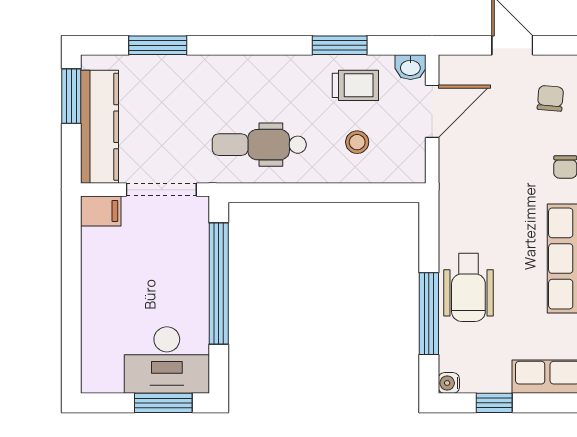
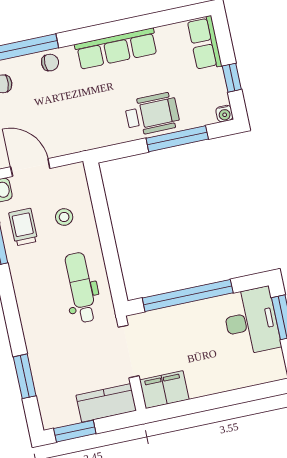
kitchen counter: (100, 127) -> (106, 403), width x0.67
dental chair: (259, 145) -> (81, 288), turned 180
filing cabinet: (101, 211) -> (164, 390), width x2.00

